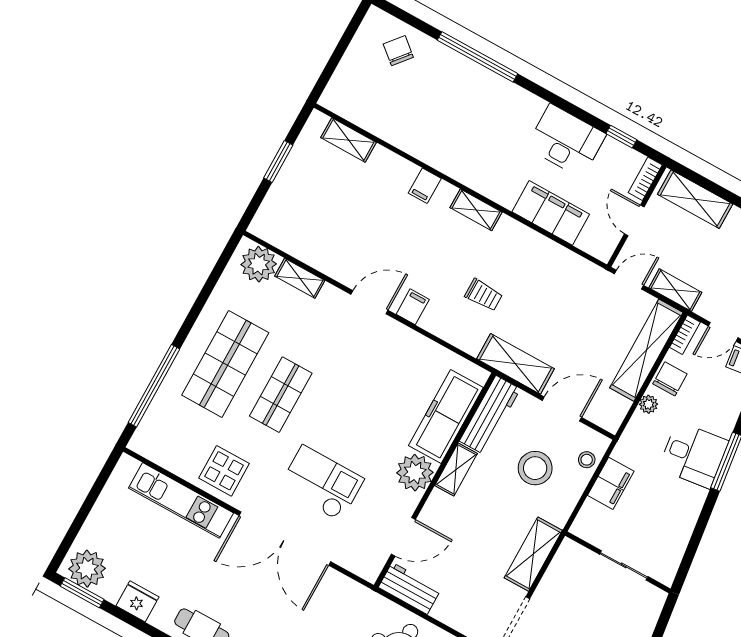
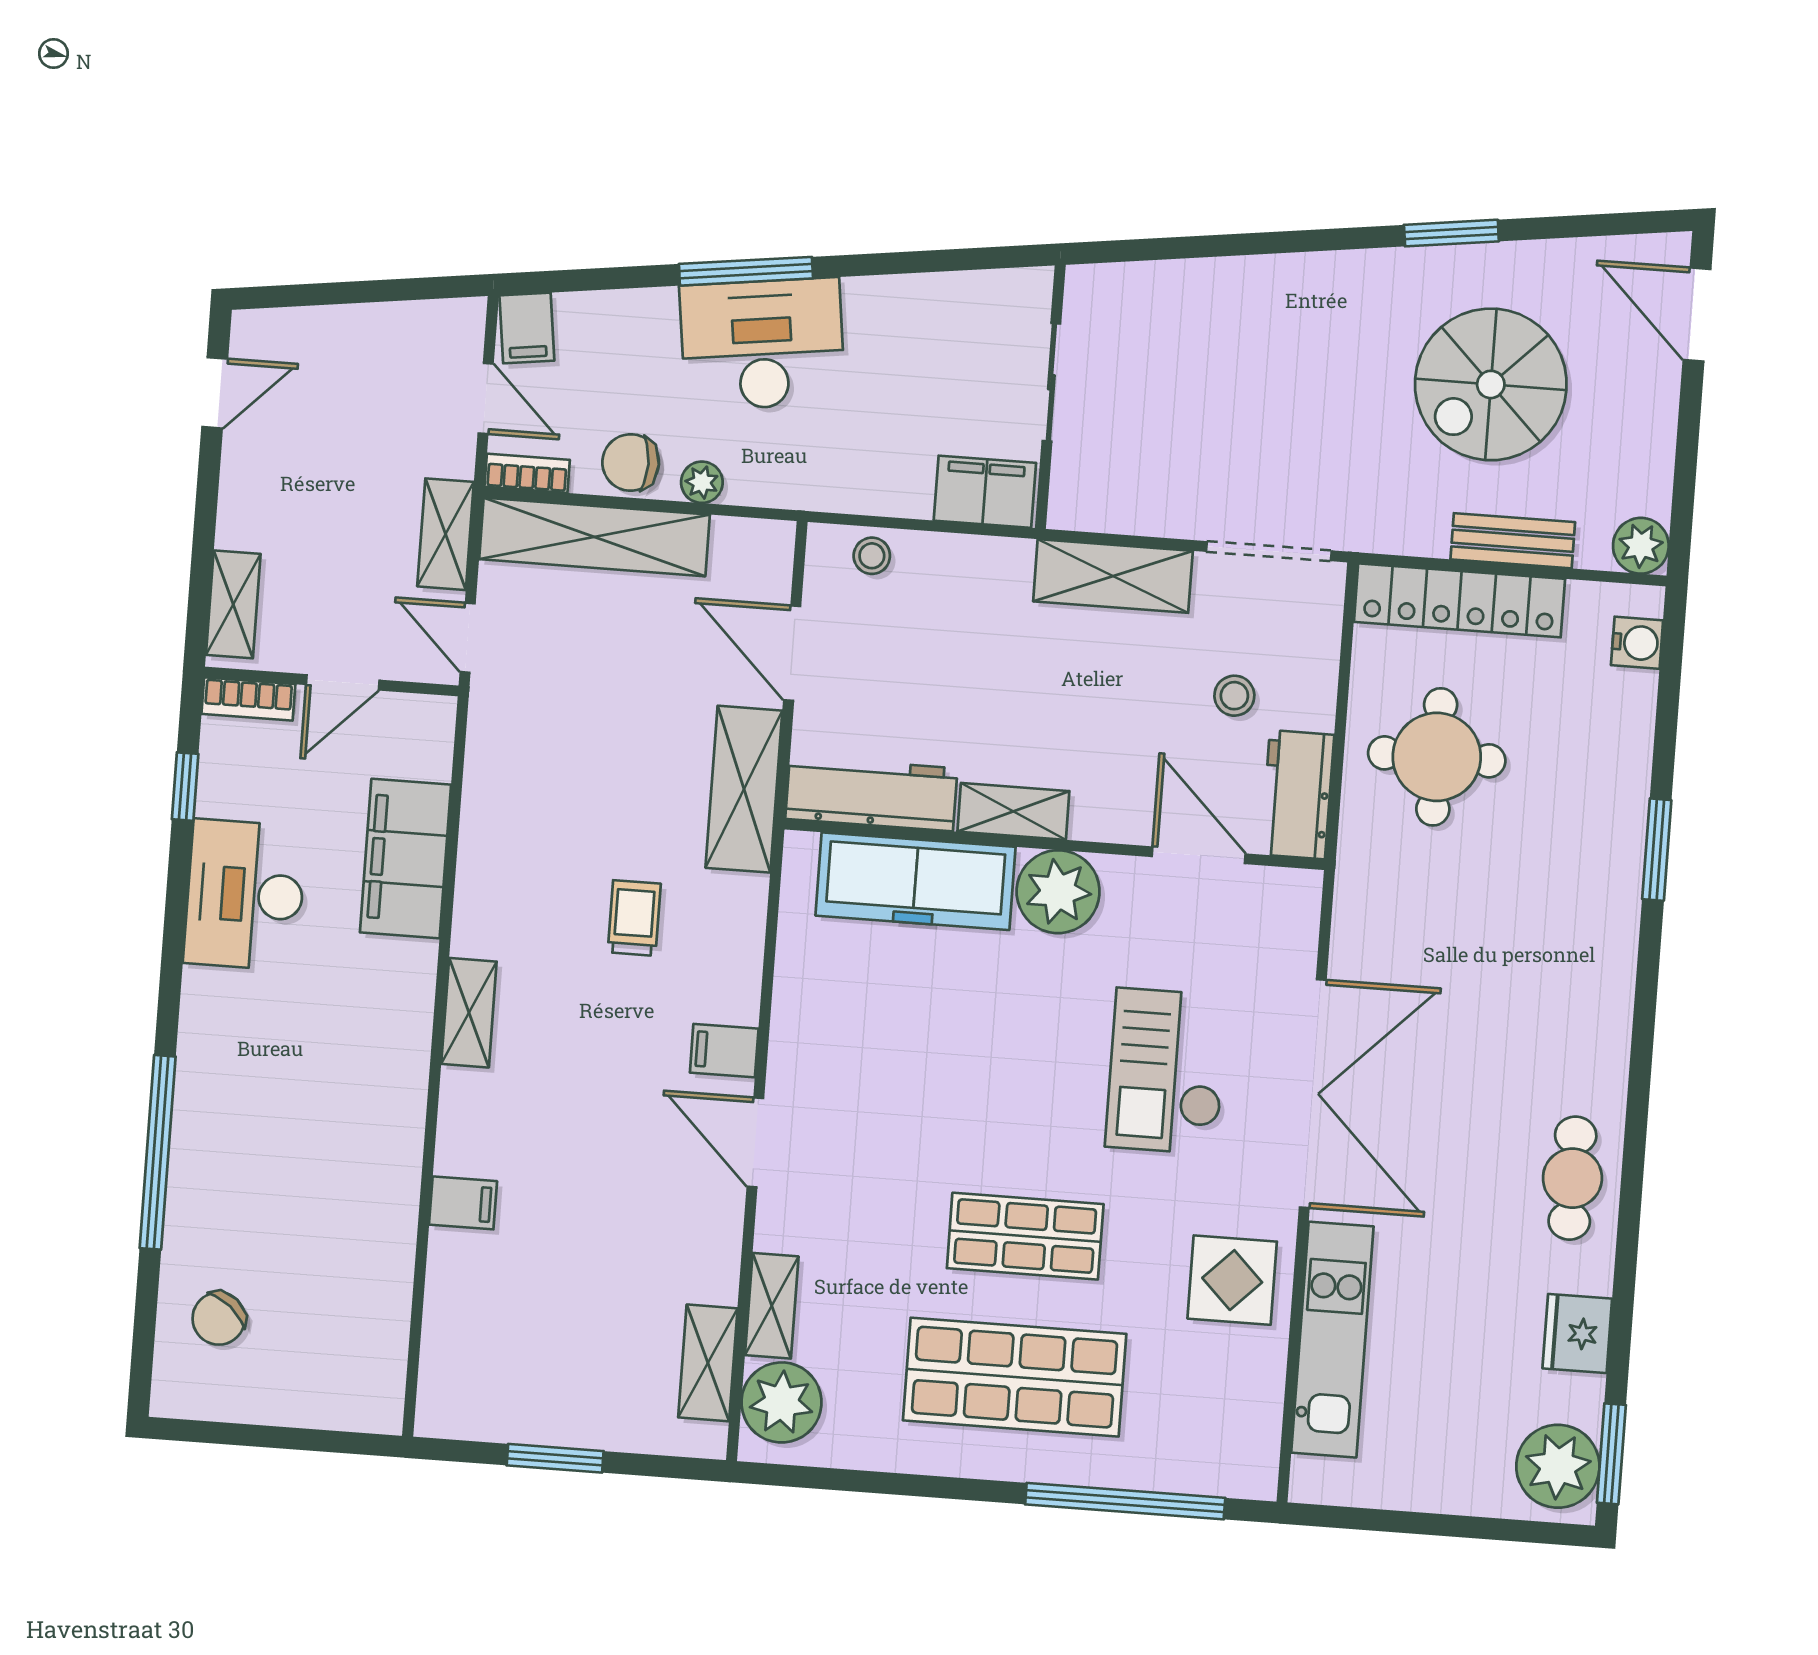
shelving: (348, 140) -> (708, 1363), moved
filing cabinet: (425, 186) -> (463, 1203), moved
shelving: (695, 199) -> (233, 604), width x0.67, depth x0.75
desk: (693, 455) -> (762, 344), width x1.37
stool: (535, 468) -> (1234, 696), moved, width x0.53, depth x0.53
filing cabinet: (611, 483) -> (985, 492), moved

